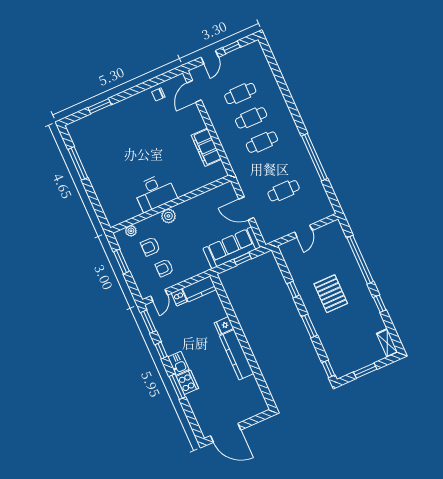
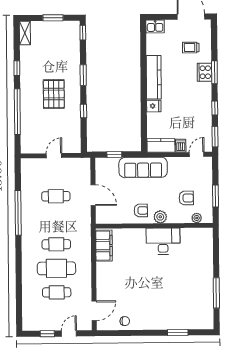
cafe table: (251, 118) -> (56, 268), width x1.37, depth x1.35
filing cabinet: (206, 147) -> (104, 246), moved
sofa: (232, 248) -> (143, 167), moved
armchair: (164, 268) -> (141, 210), moved
kitchen sink: (178, 363) -> (155, 26), moved, turned -90
trolley: (212, 401) -> (191, 48), added

